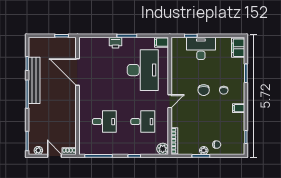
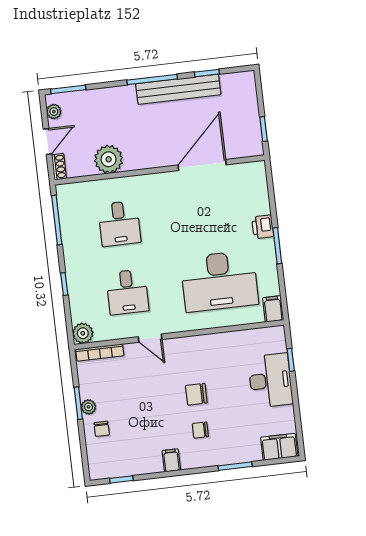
door: (170, 101) -> (150, 338), moved
plant: (68, 123) -> (109, 159), added

